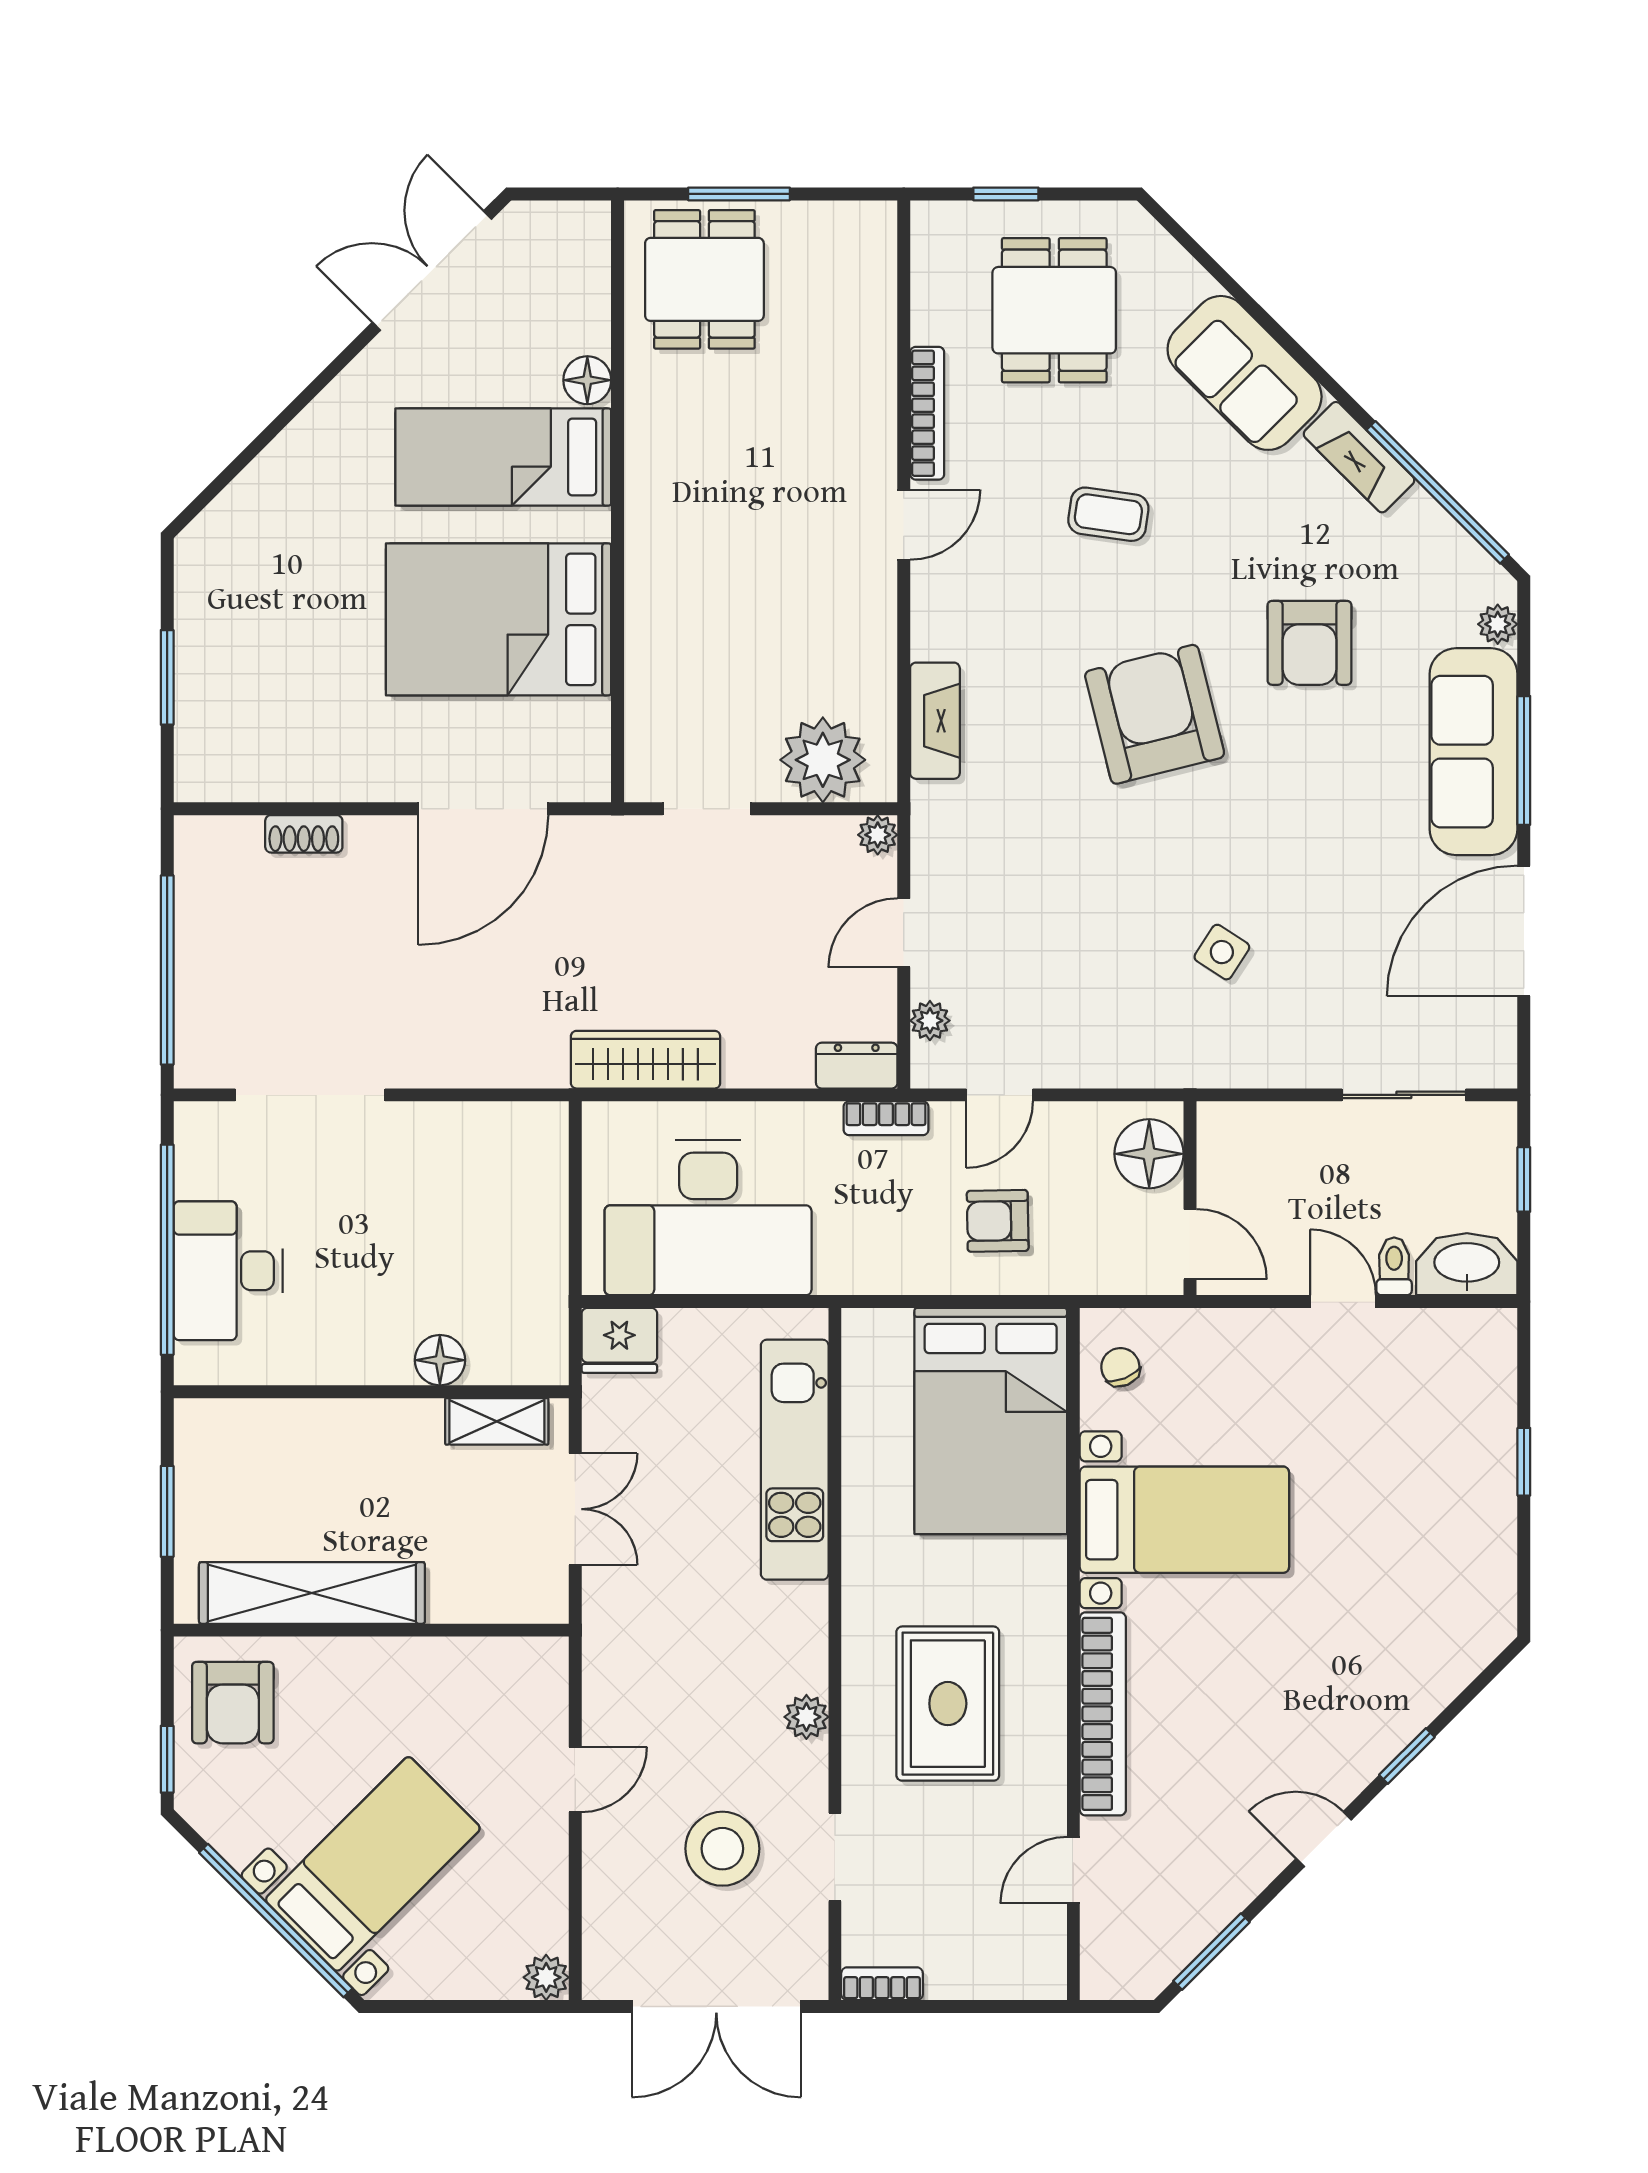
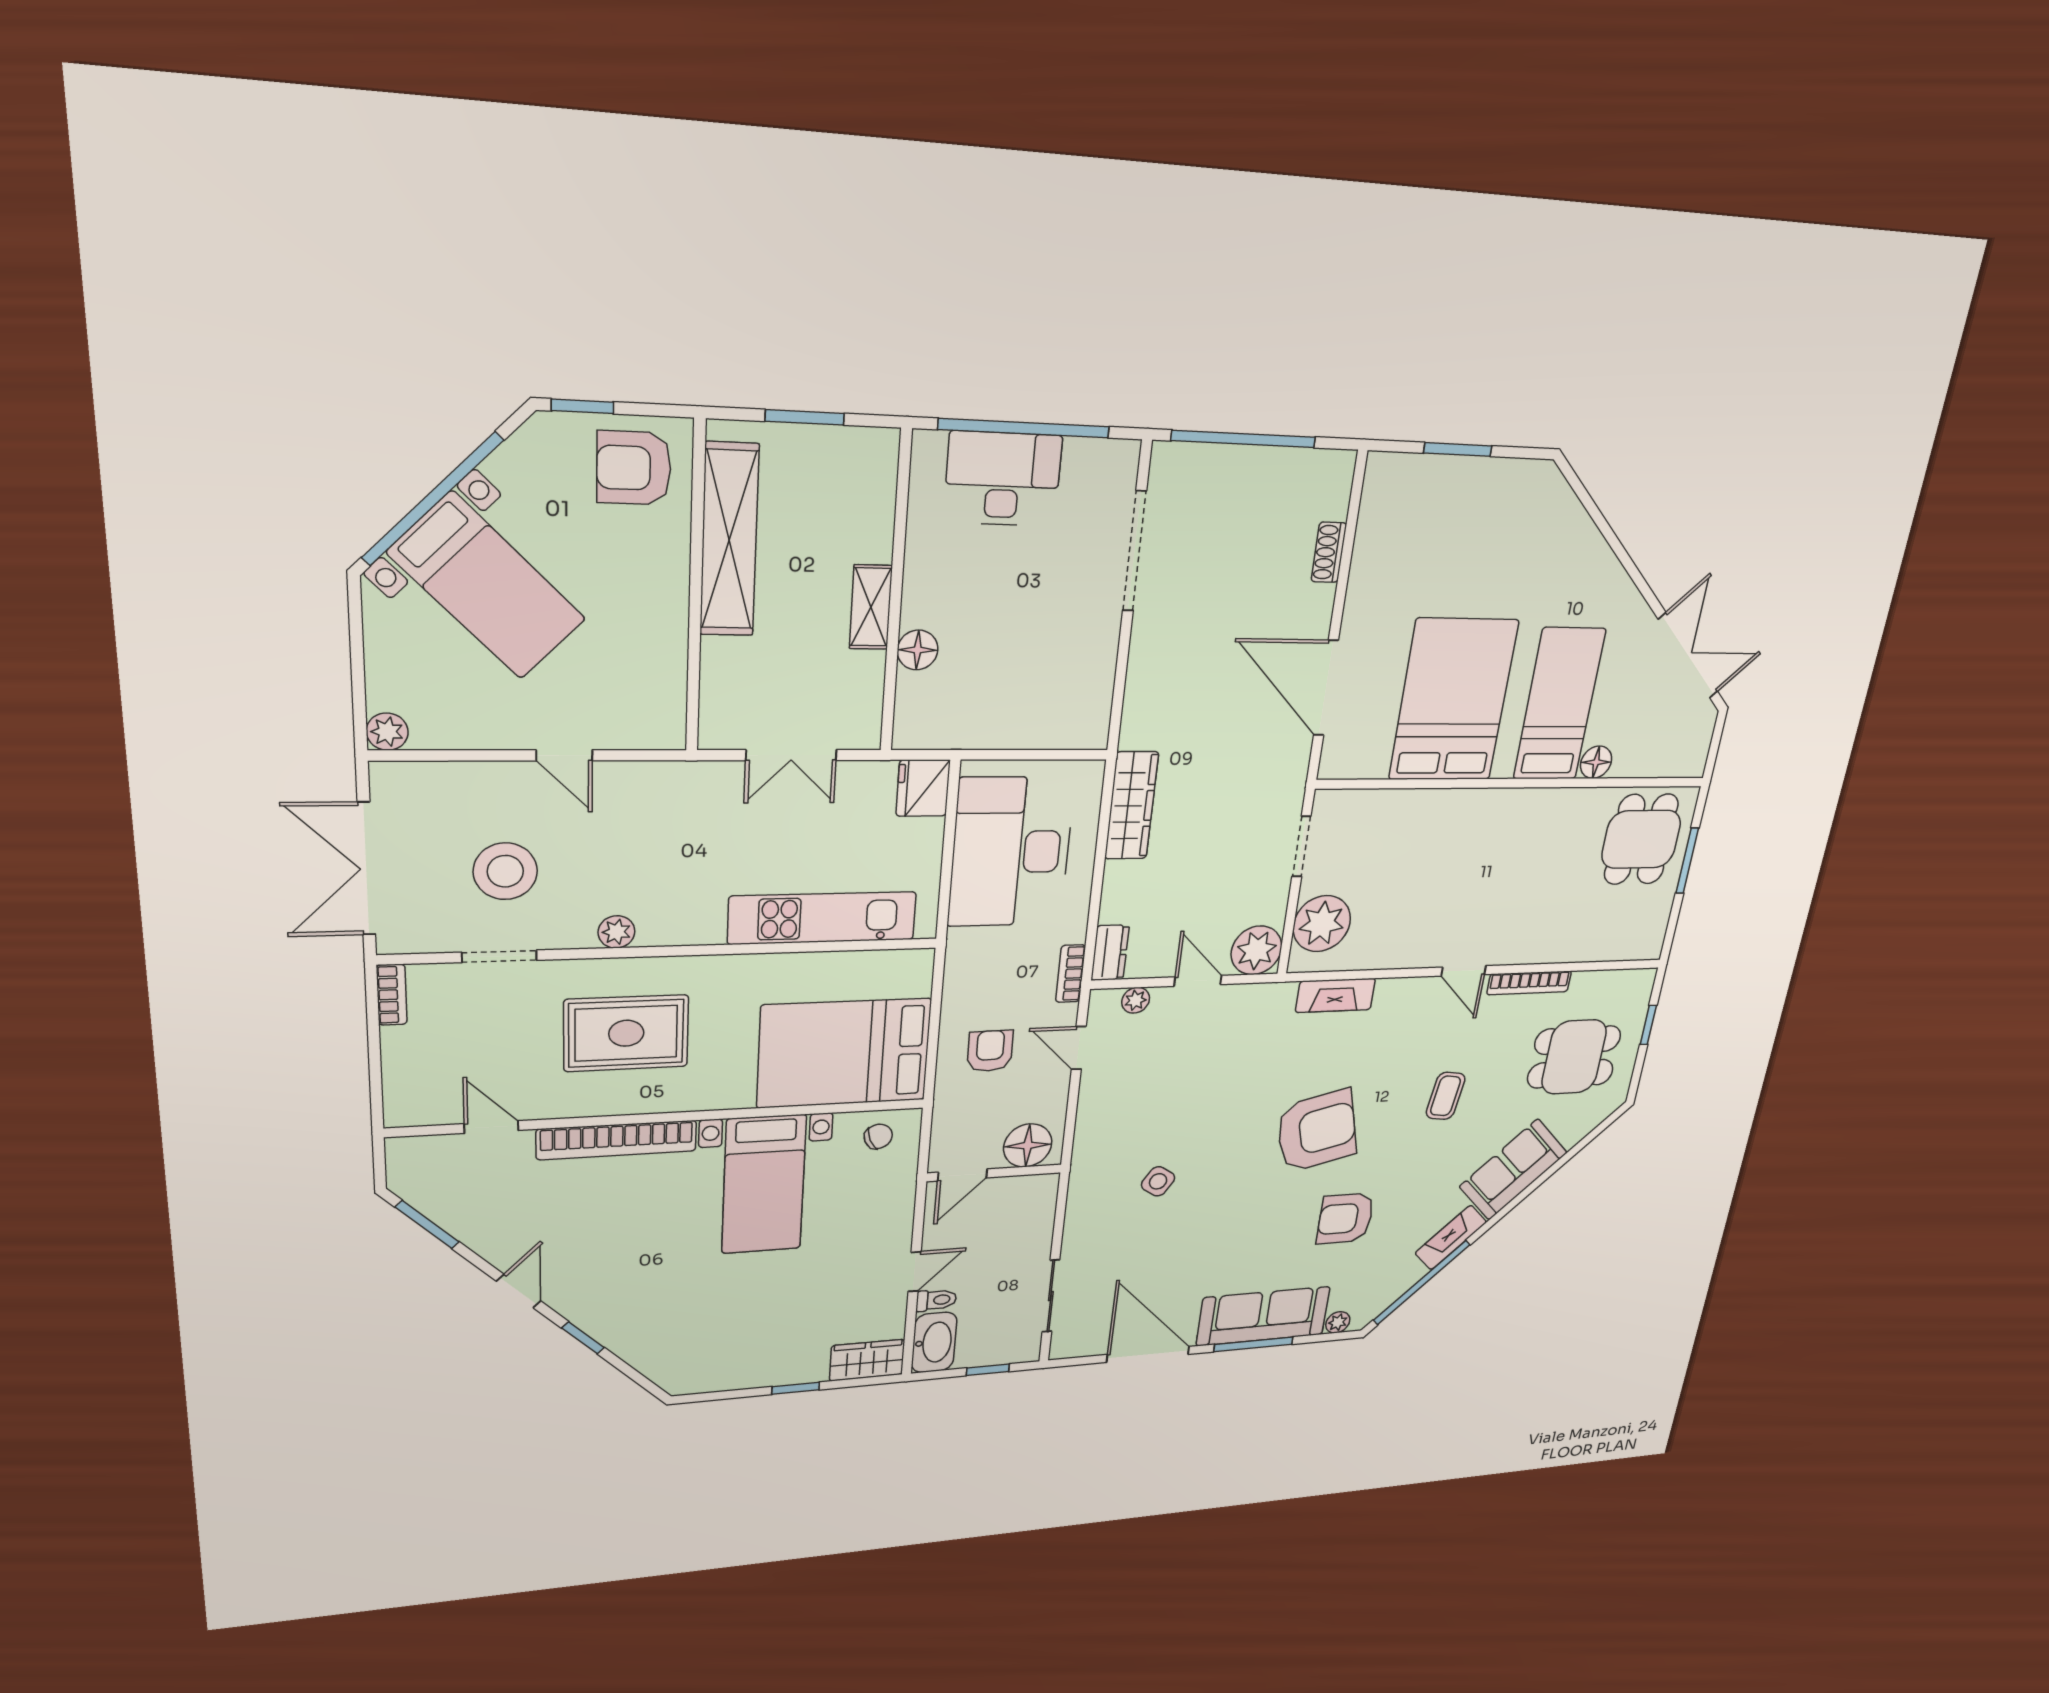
dining table: (704, 279) -> (1641, 839), turned 90
plant: (878, 835) -> (1256, 950), width x1.87, depth x1.87
wardrobe: (1487, 1361) -> (867, 1360), added
shelving: (497, 1421) -> (871, 607), moved

